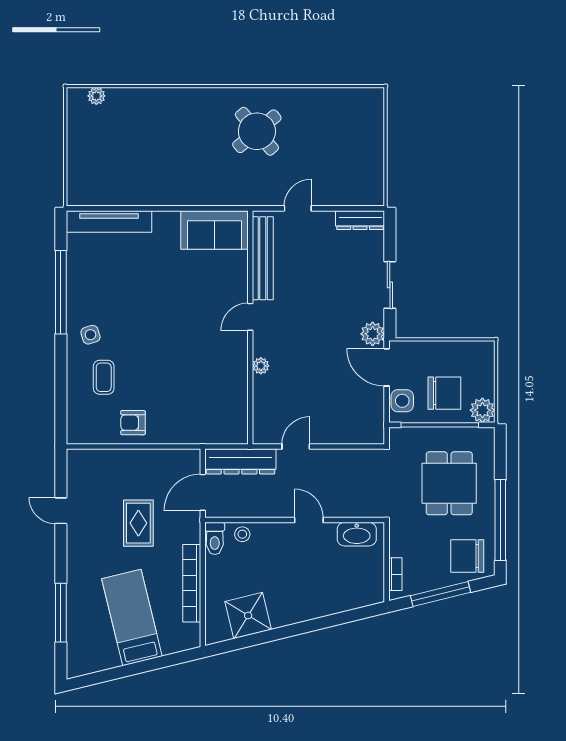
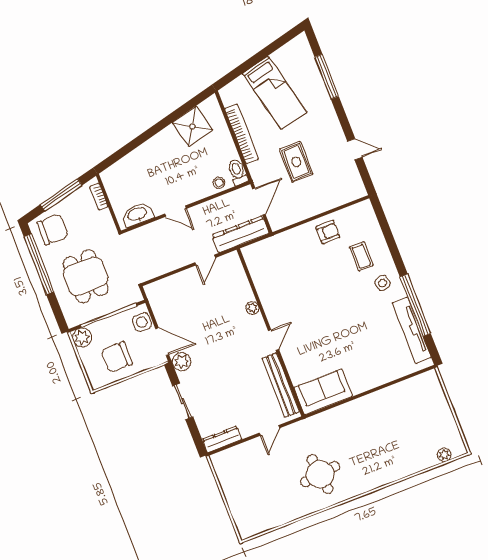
round table: (257, 131) -> (320, 474), turned 33
tv unit: (109, 221) -> (412, 330), moved, turned -90
chair: (444, 393) -> (117, 357), moved

